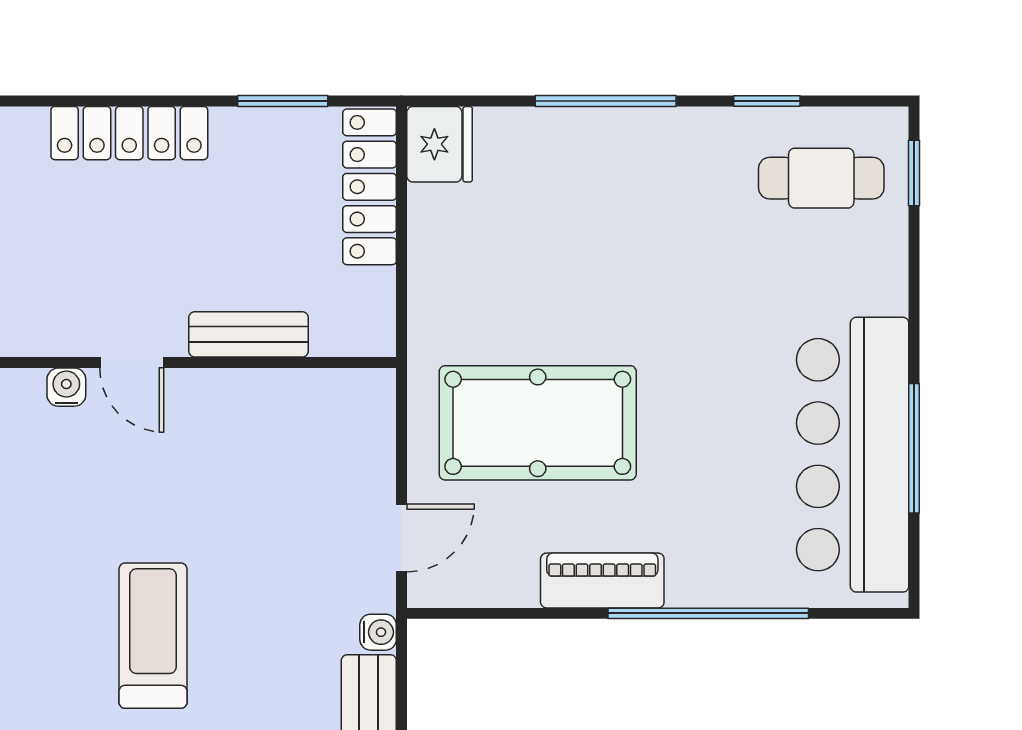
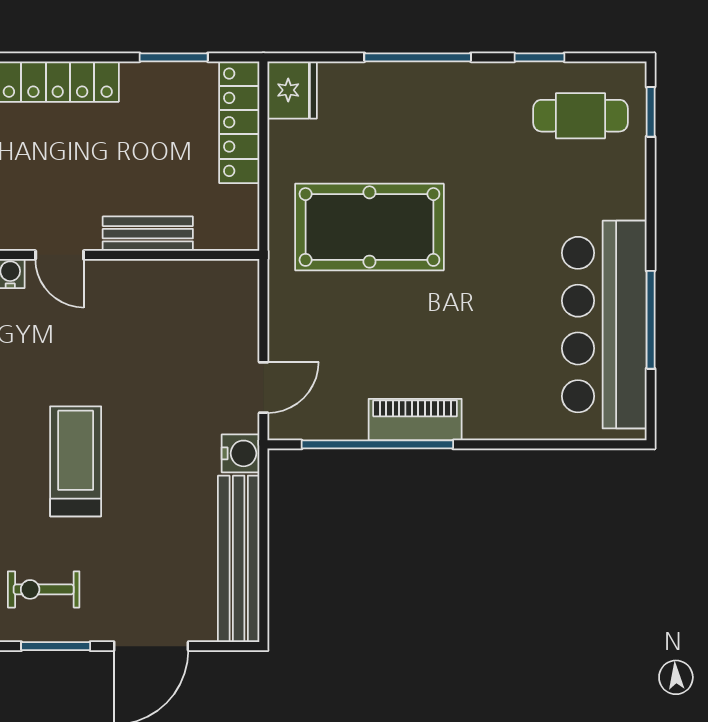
pool table: (538, 423) -> (369, 227), moved
window: (708, 613) -> (377, 444), moved
water cooler: (378, 632) -> (240, 453), width x1.38, depth x1.38

